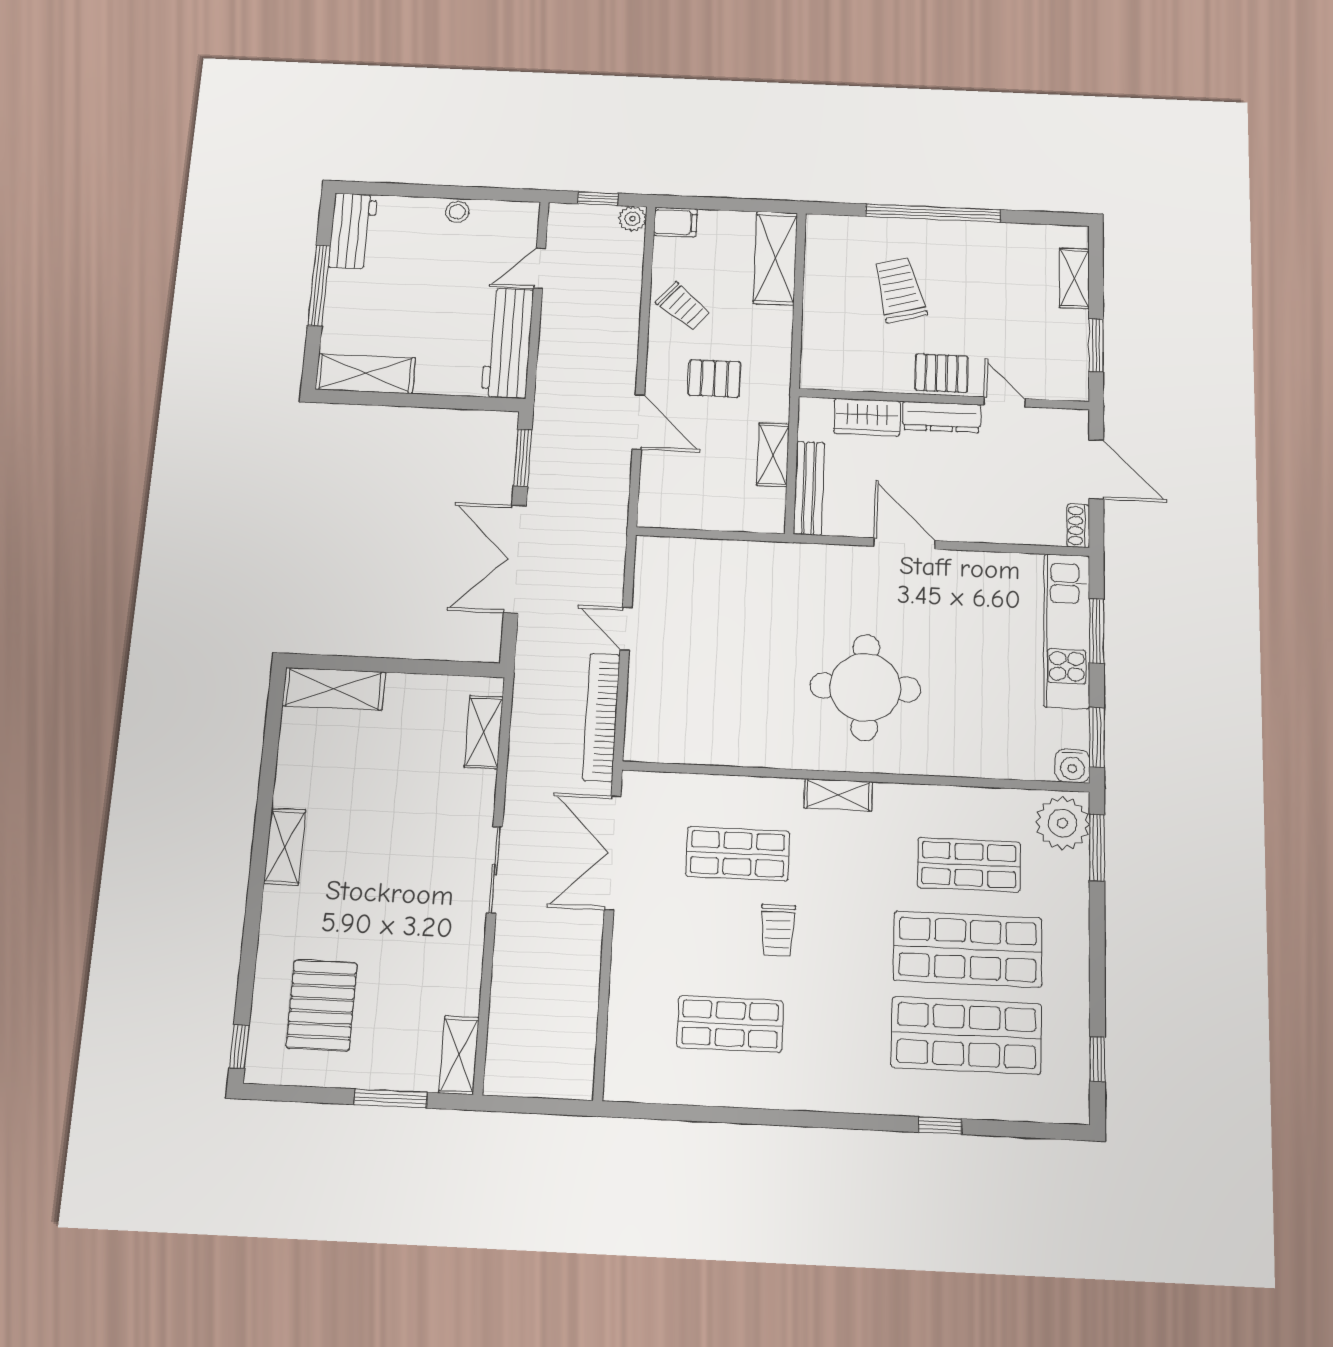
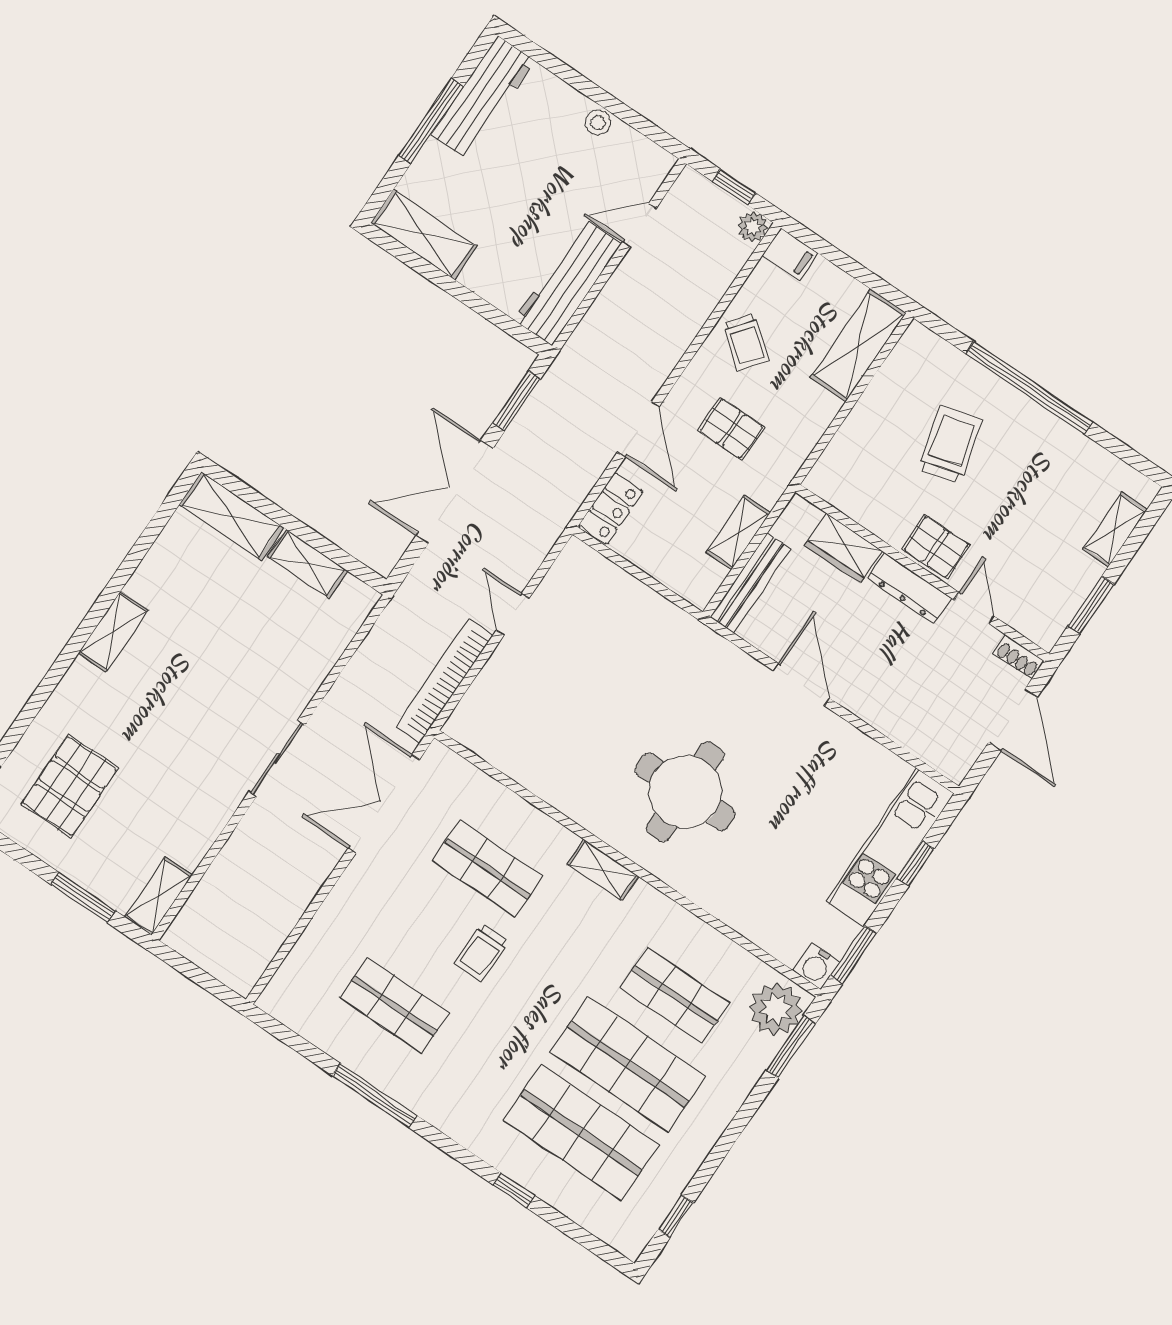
workbench: (353, 231) -> (483, 98), width x1.38
locker: (655, 497) -> (611, 508), added
shoe rack: (1078, 526) -> (1019, 657), moved, turned -90
window: (1097, 631) -> (915, 863), width x0.67
shelving: (484, 732) -> (308, 564), moved, turned 90
window: (762, 1117) -> (375, 1096), added

